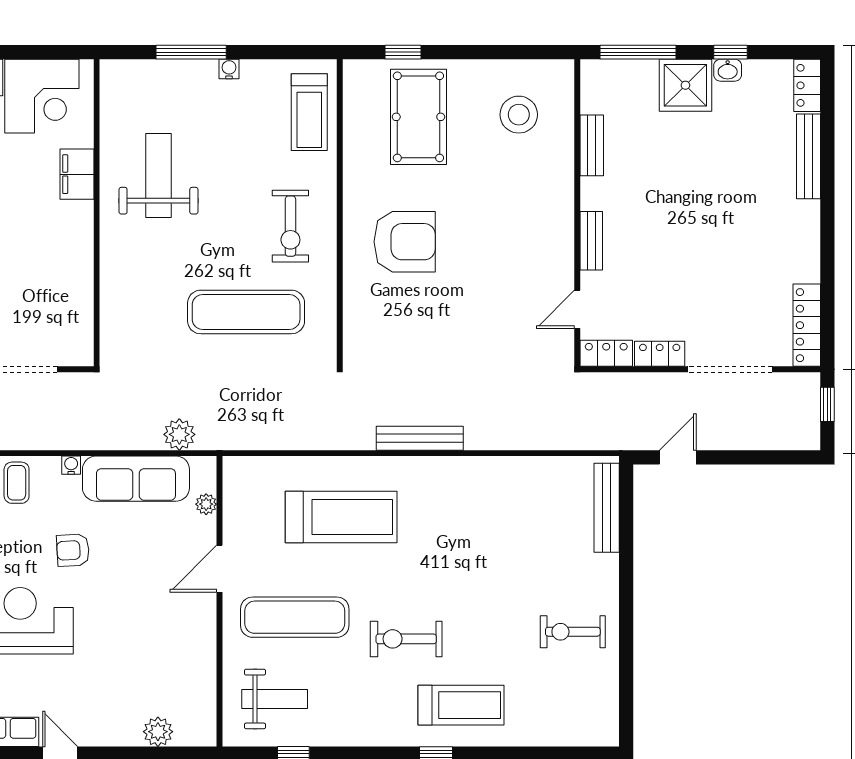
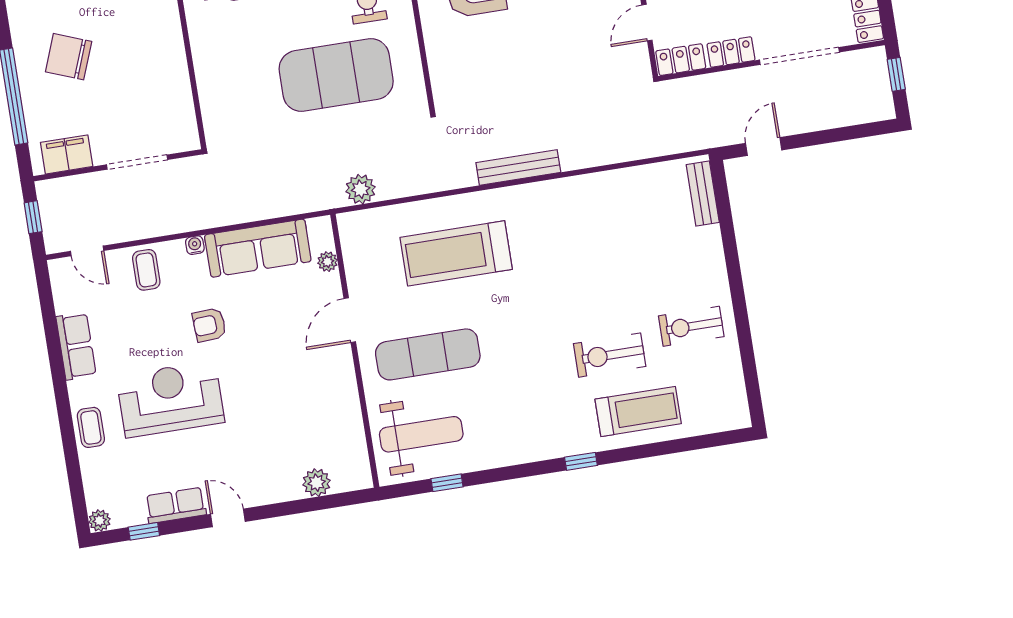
exercise mat: (246, 312) -> (336, 75), width x1.47
plant: (179, 434) -> (361, 189), moved
bench: (607, 508) -> (703, 194), width x0.73
treadmill: (341, 517) -> (456, 253), turned 180
exercise bike: (406, 639) -> (610, 355), moved
weight bench: (275, 699) -> (421, 434), width x1.36, depth x1.33
treadmill: (461, 705) -> (638, 411), moved

